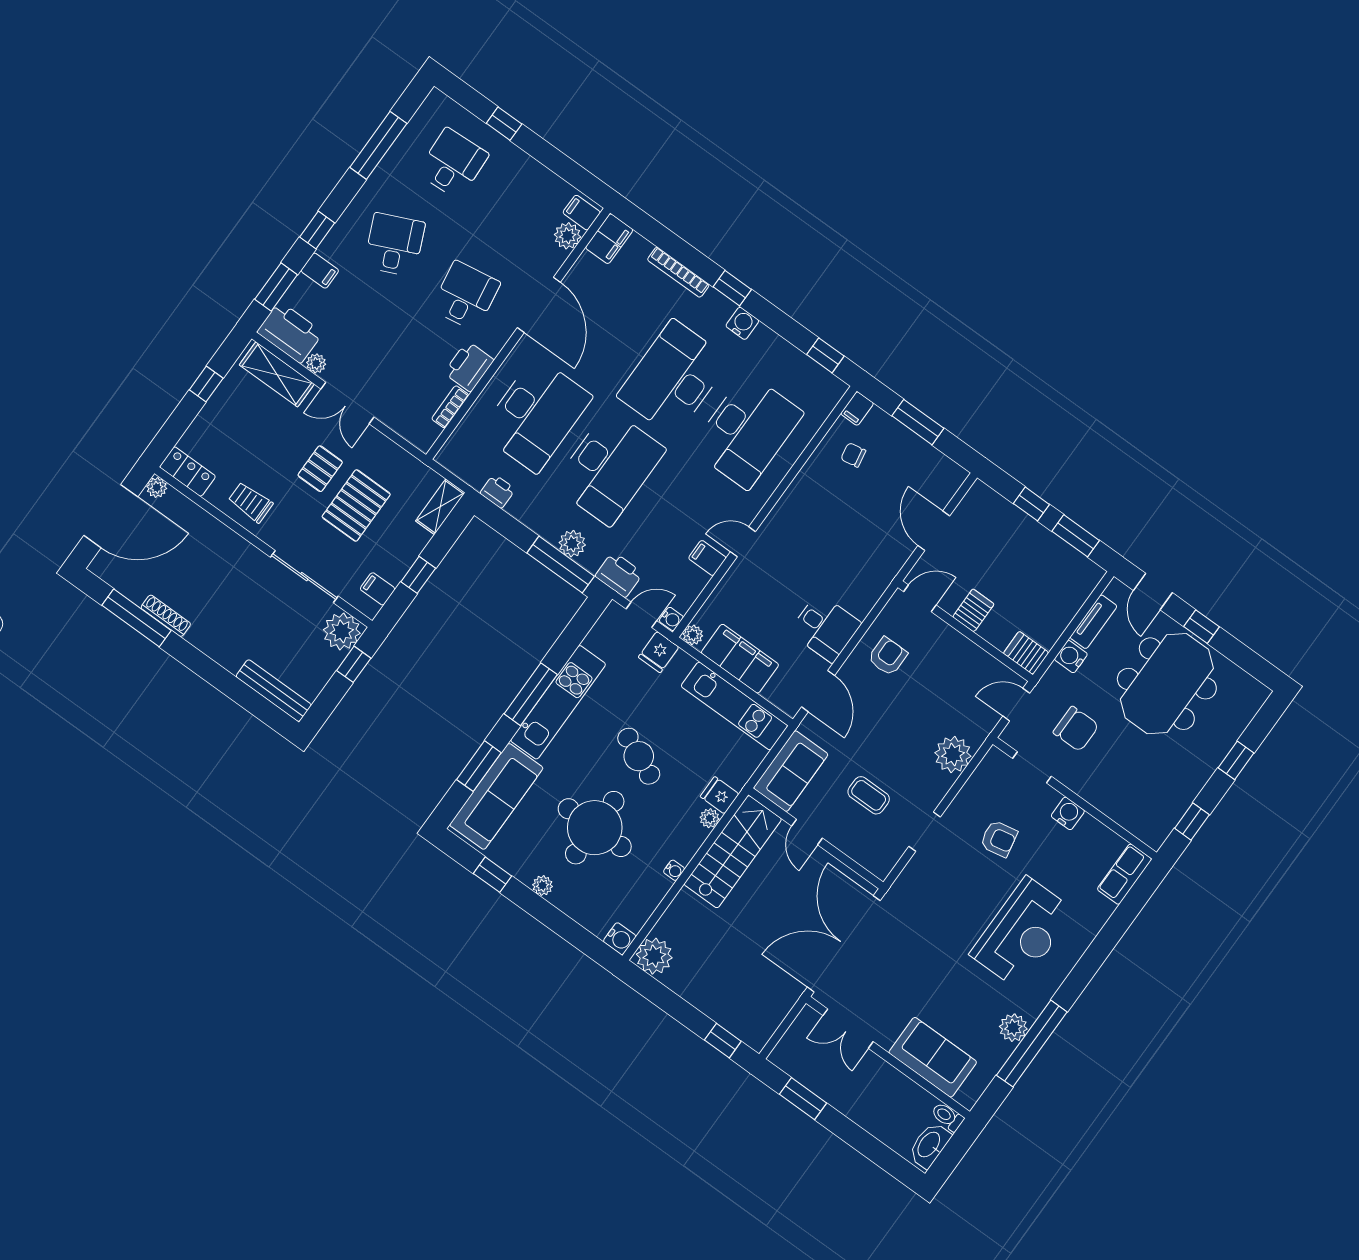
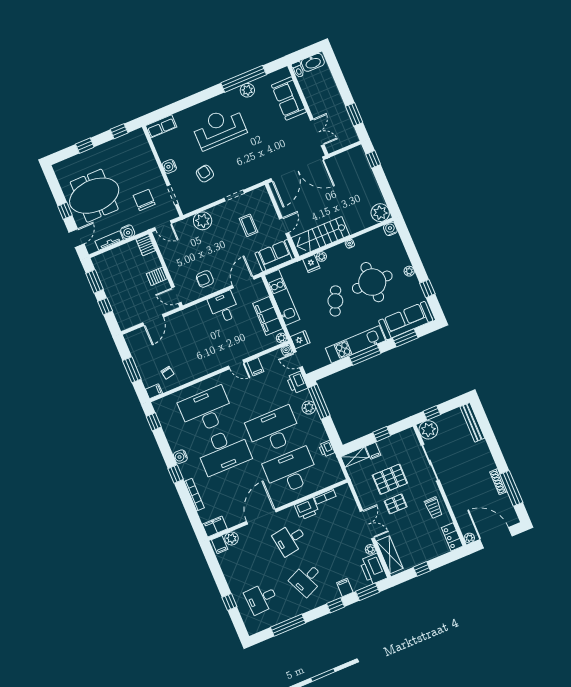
filing cabinet: (378, 589) -> (373, 451), moved

